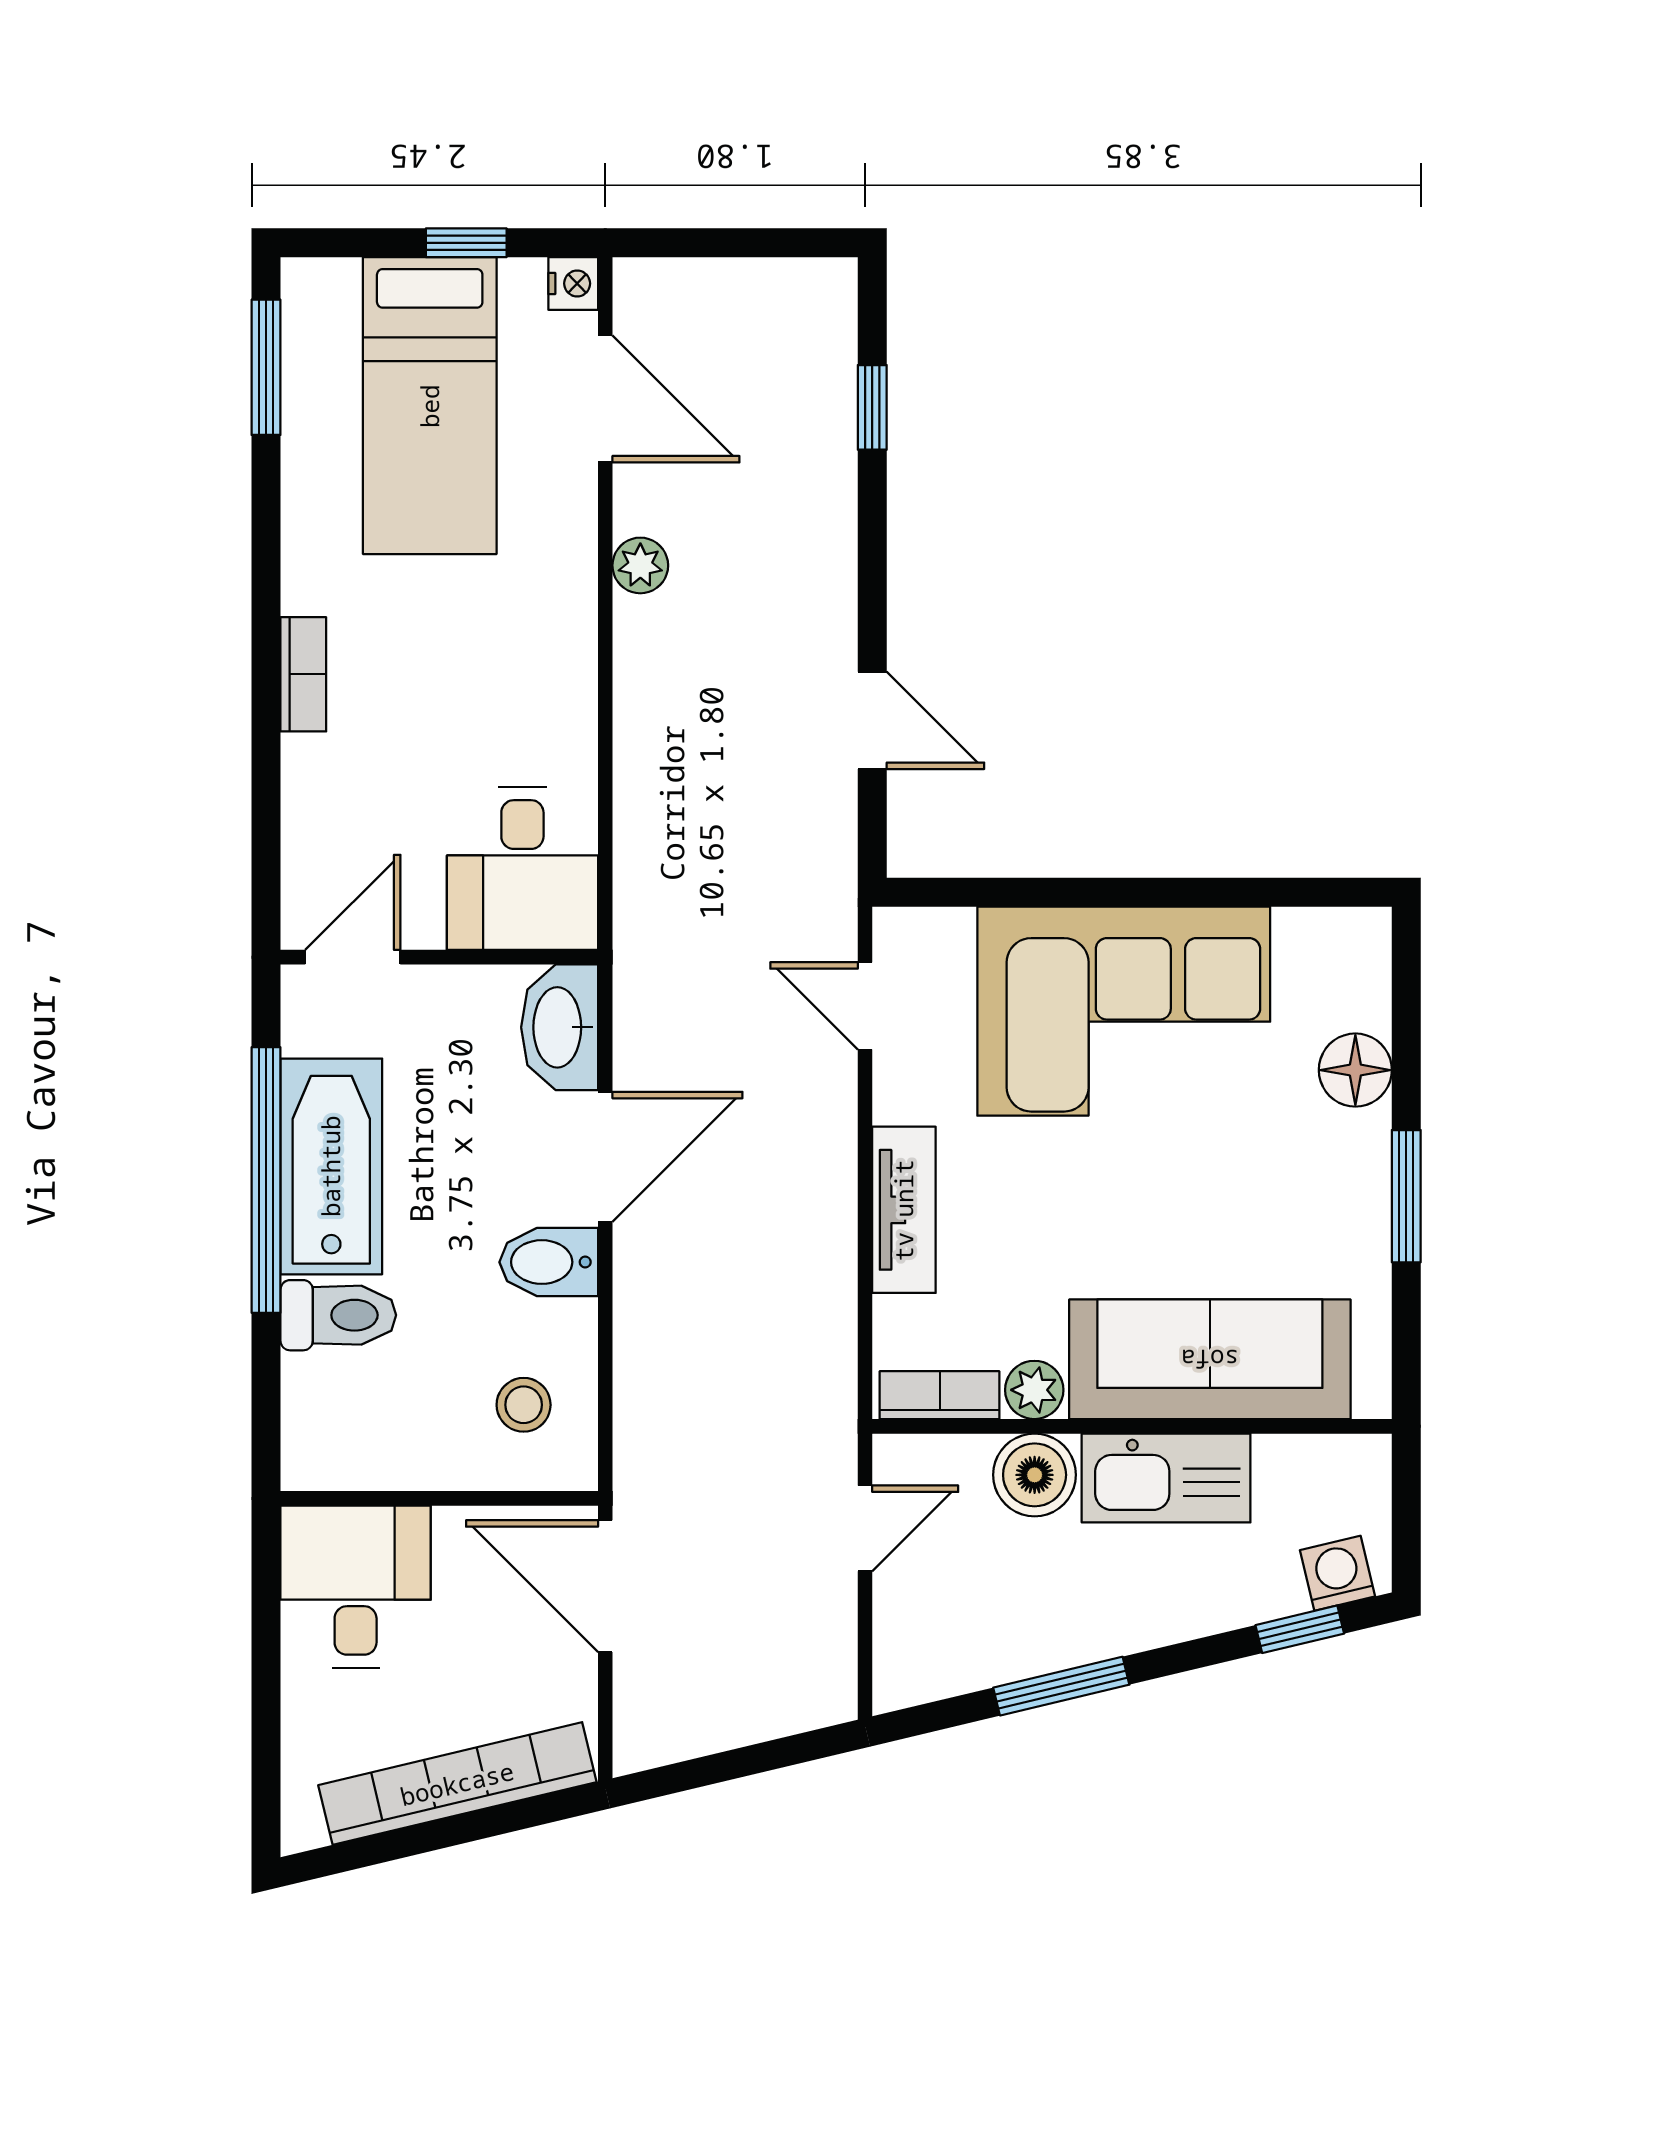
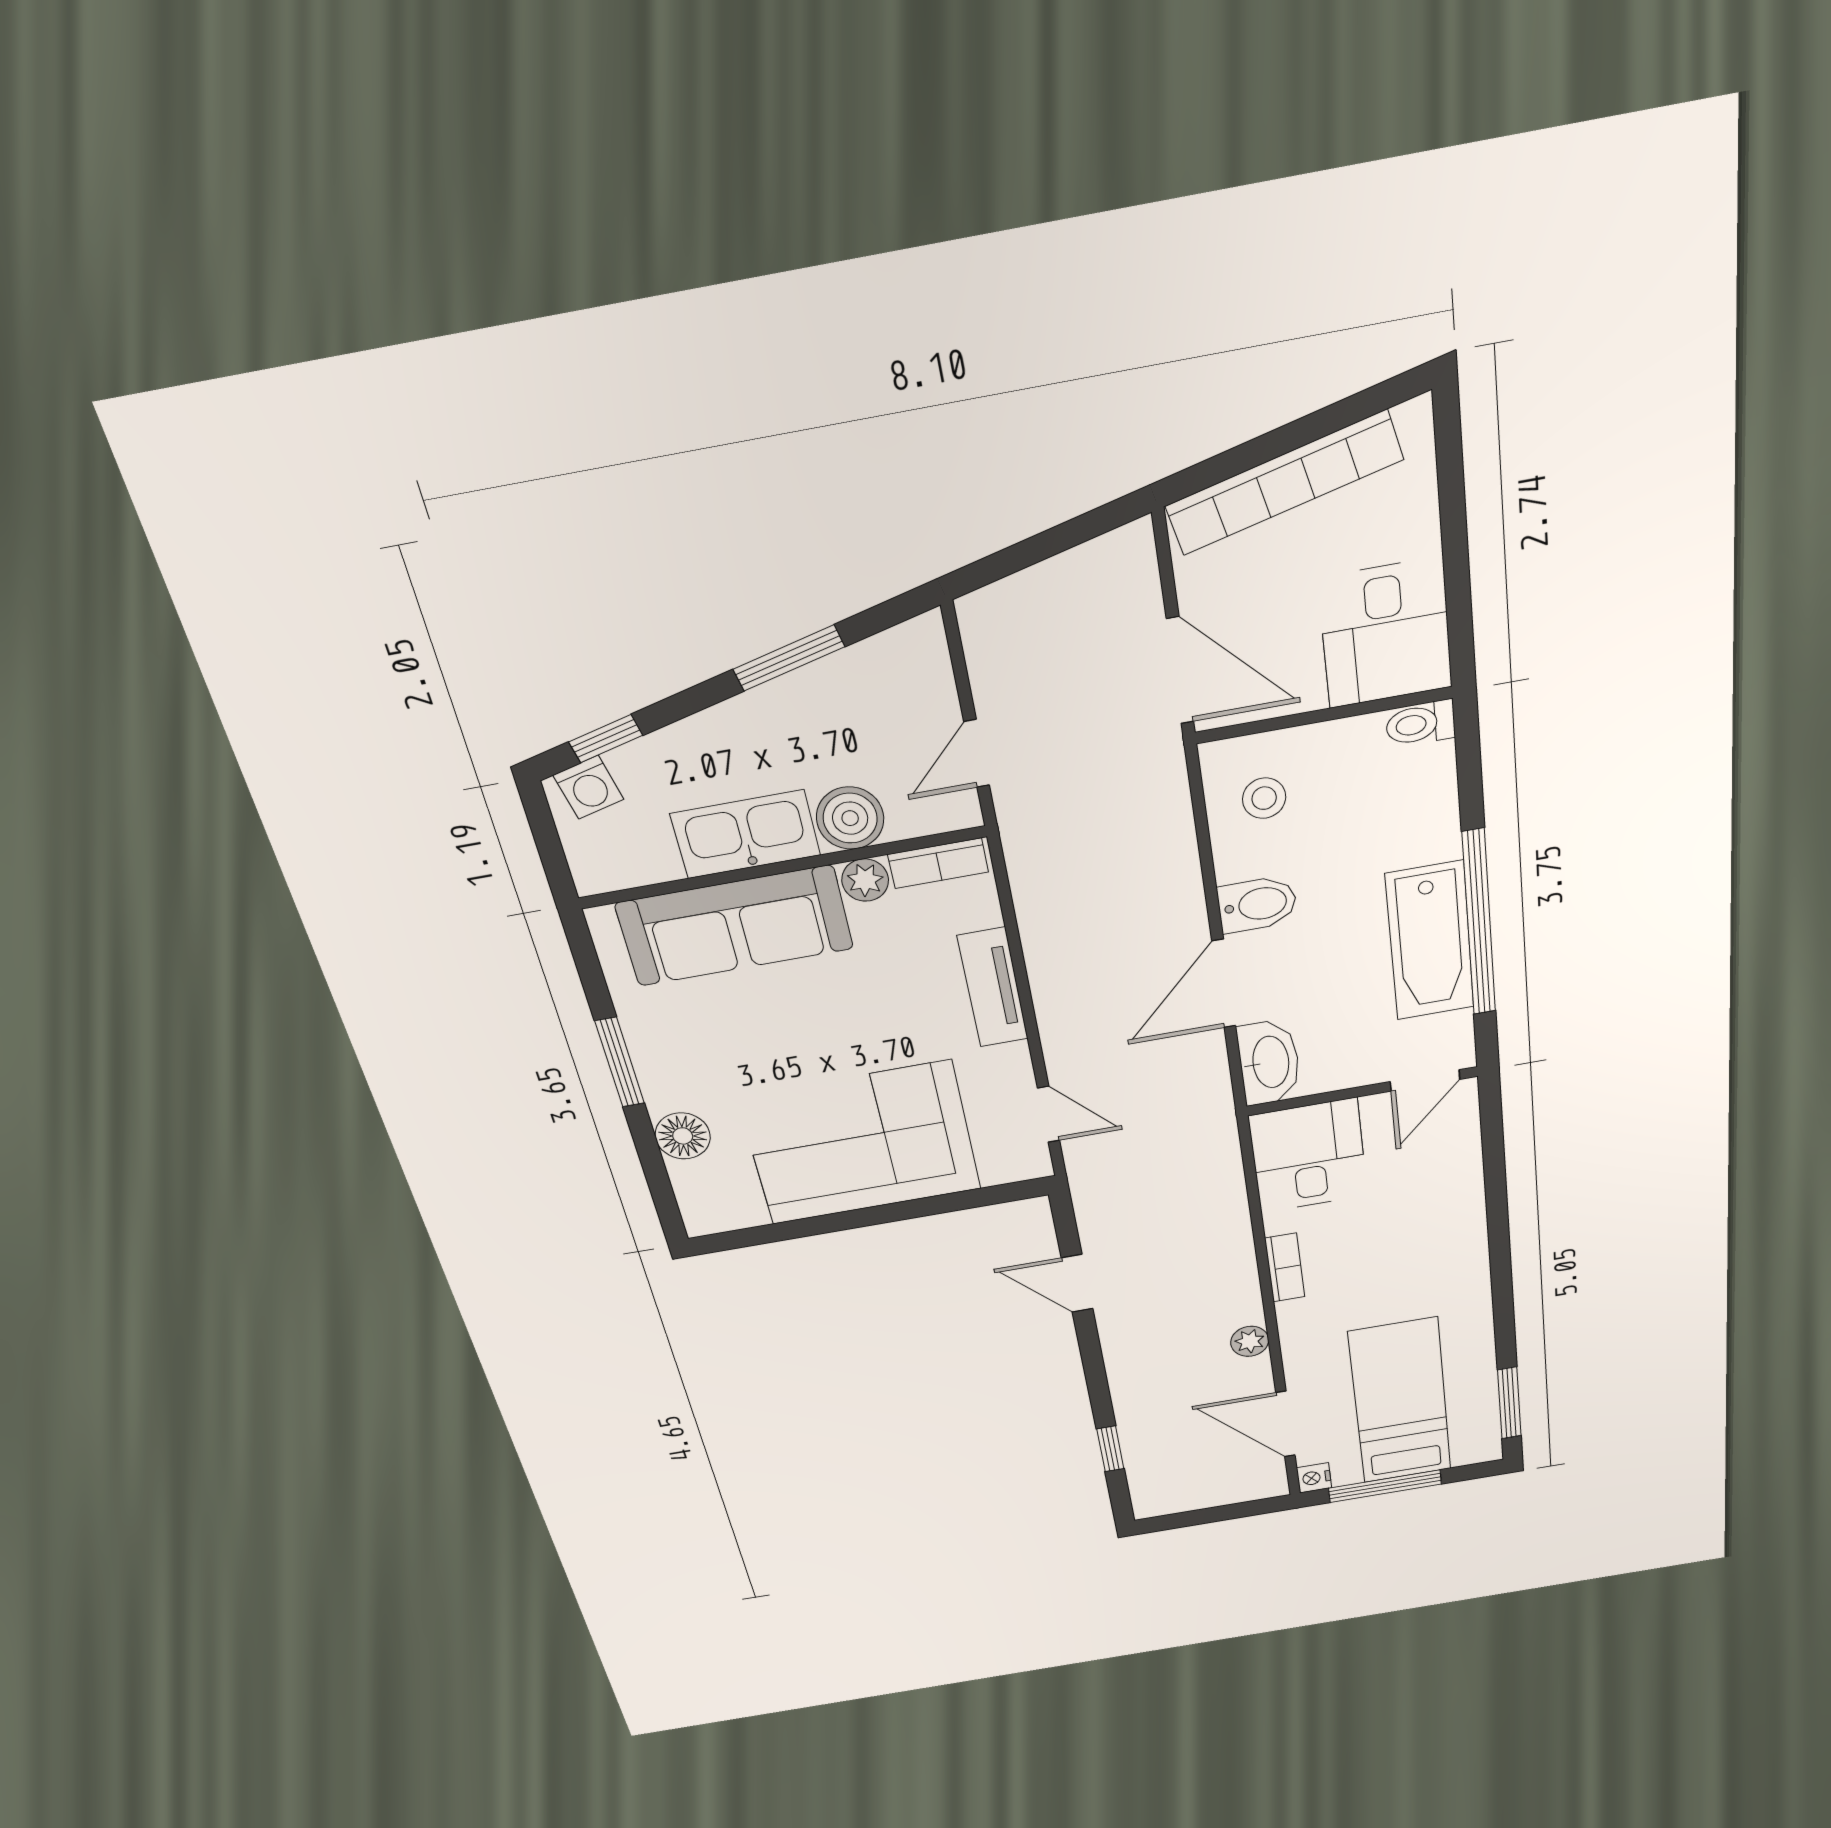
window: (466, 243) -> (1385, 1486), width x2.17
bookcase: (303, 674) -> (1285, 1268), moved, turned 180
toilet: (338, 1315) -> (1420, 724), moved, width x0.73, depth x0.72

